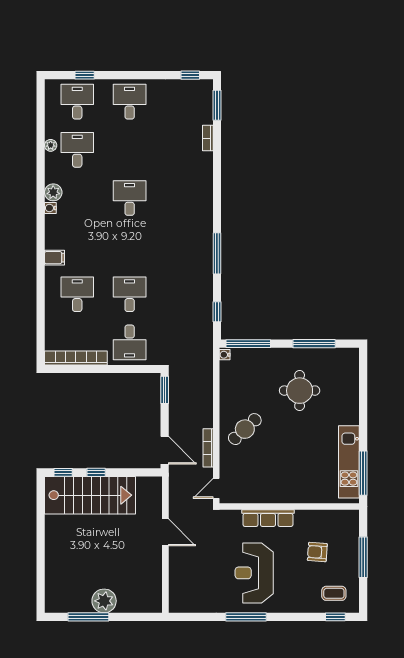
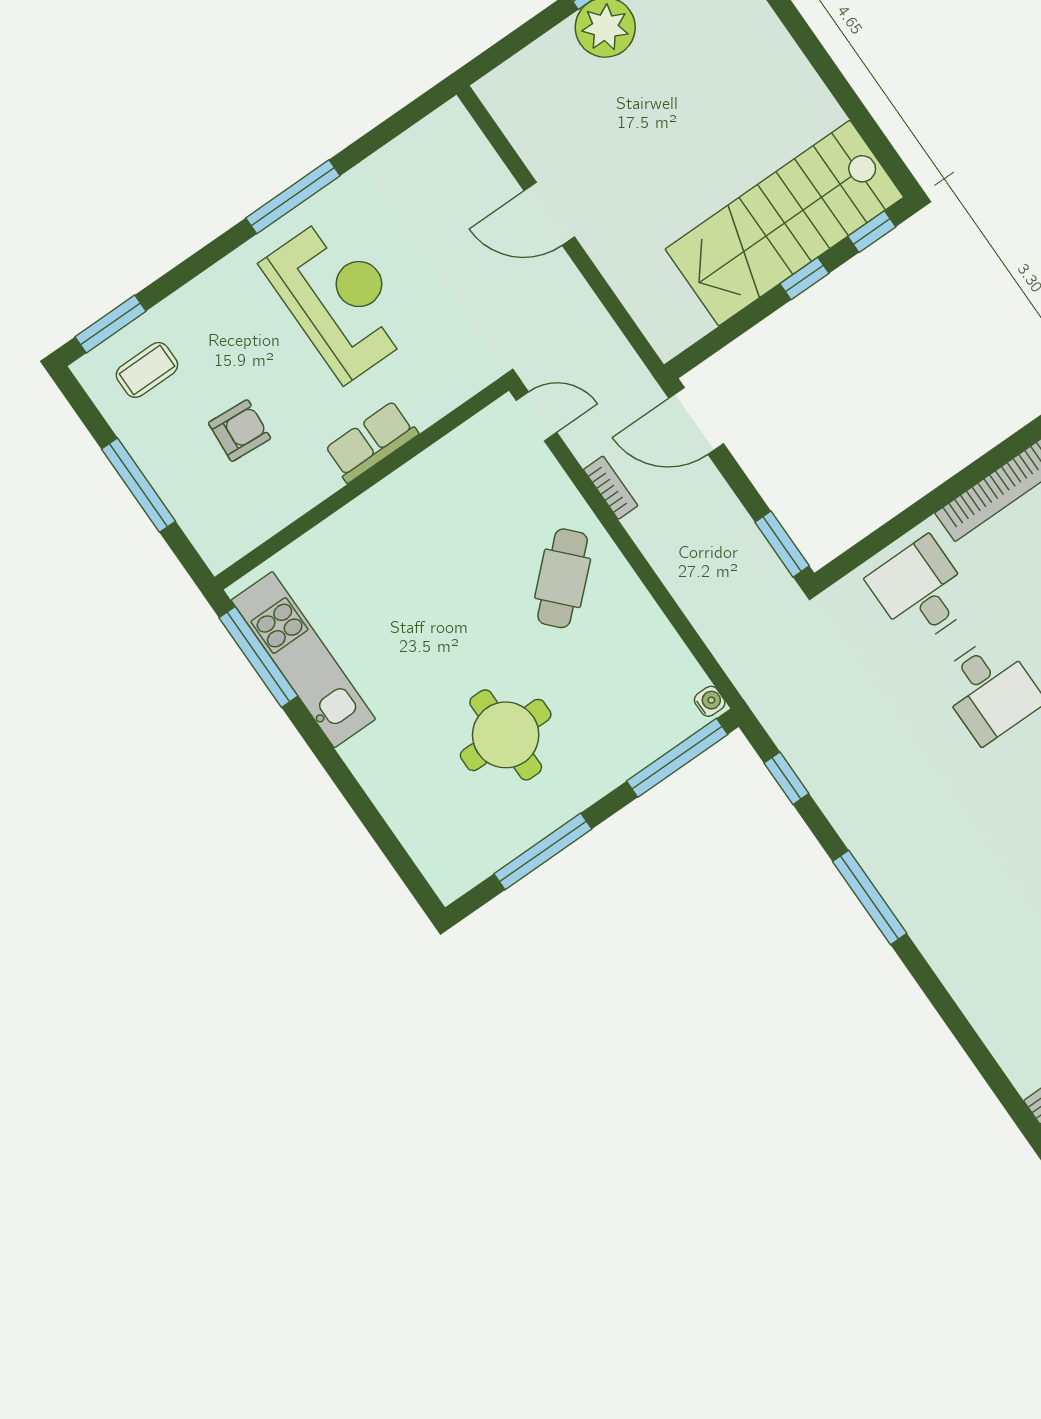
bookcase: (208, 448) -> (611, 488), width x0.64
door: (216, 488) -> (536, 416), hinge flipped
row of seats: (268, 518) -> (371, 442), width x0.68
door: (165, 532) -> (549, 214), moved
window: (335, 617) -> (110, 324), width x1.50

